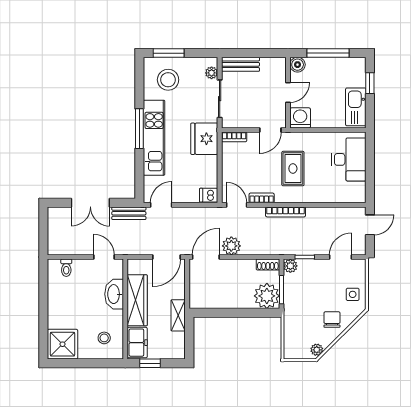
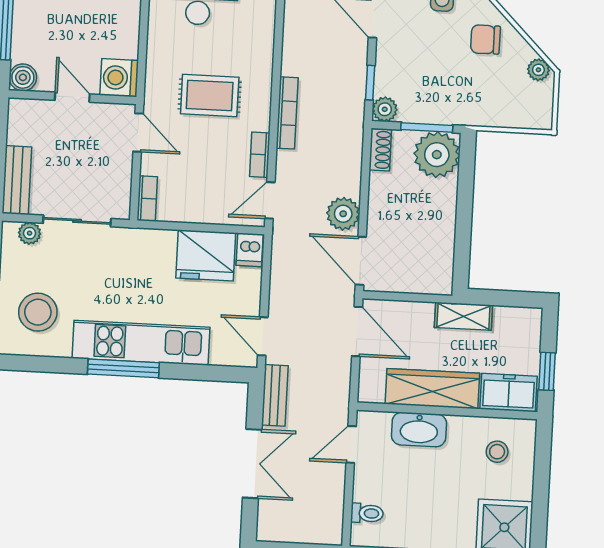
fridge: (204, 139) -> (206, 255), moved

